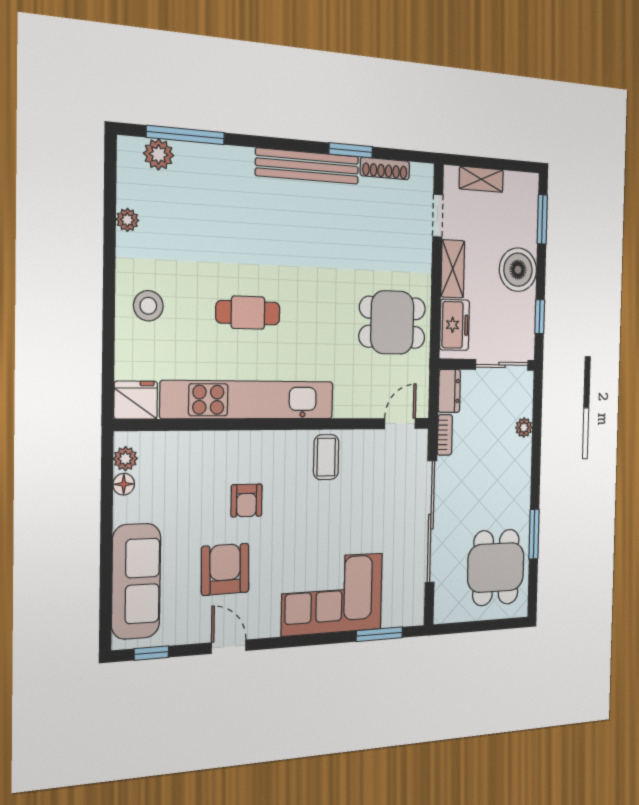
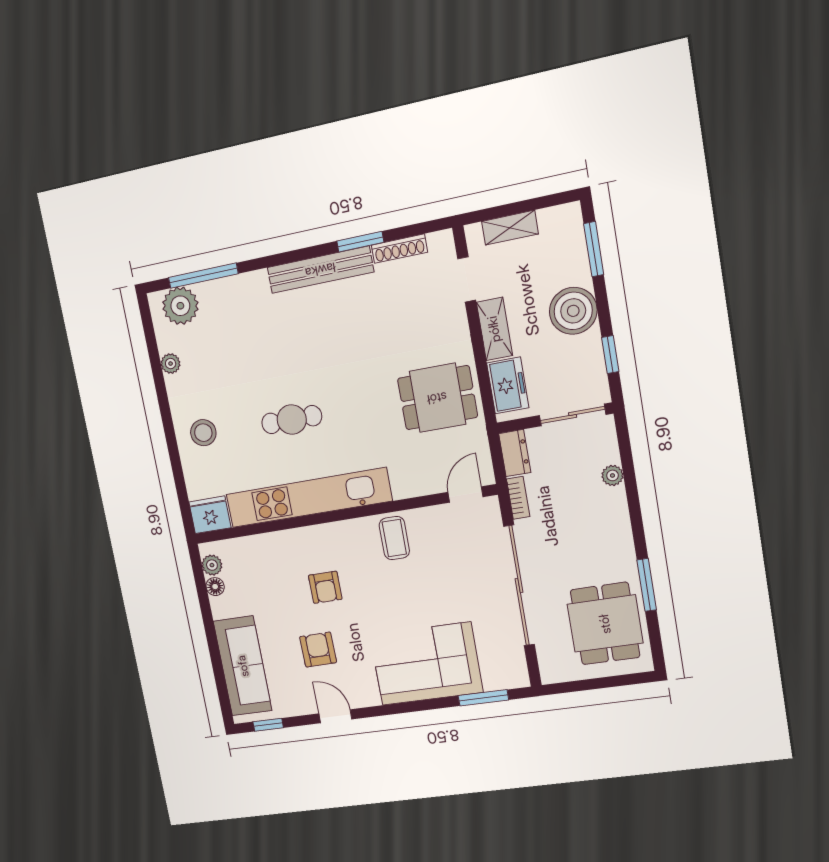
plant: (159, 154) -> (180, 306), width x1.36, depth x1.36
armchair: (225, 569) -> (318, 650), width x0.72, depth x0.72

